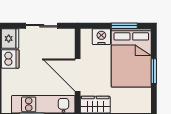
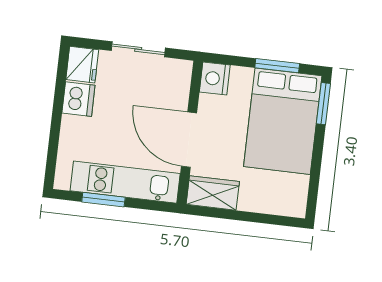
nightstand: (101, 37) -> (215, 78), moved, turned -90
window: (154, 71) -> (323, 104), moved

